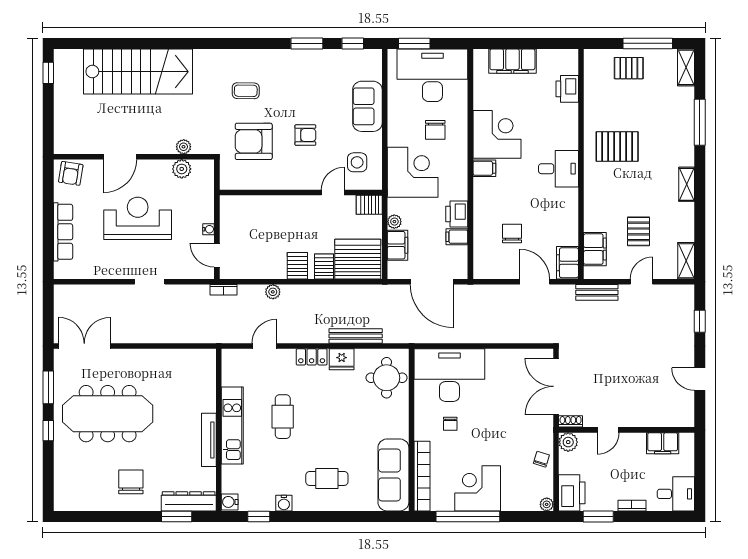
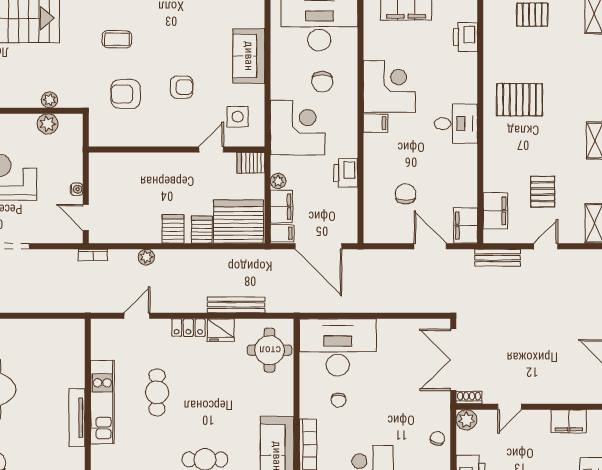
armchair: (254, 141) -> (126, 94), width x0.73, depth x0.73
filing cabinet: (457, 237) -> (282, 233), moved, turned 180

